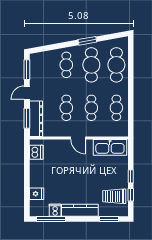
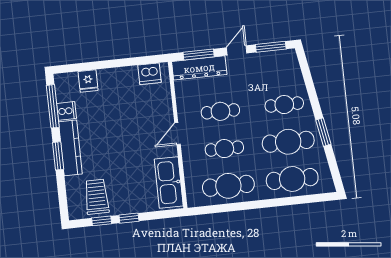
door: (27, 93) -> (237, 50), hinge flipped
cafe table: (116, 108) -> (228, 186), width x1.37, depth x1.35
window: (109, 219) -> (58, 156), moved

